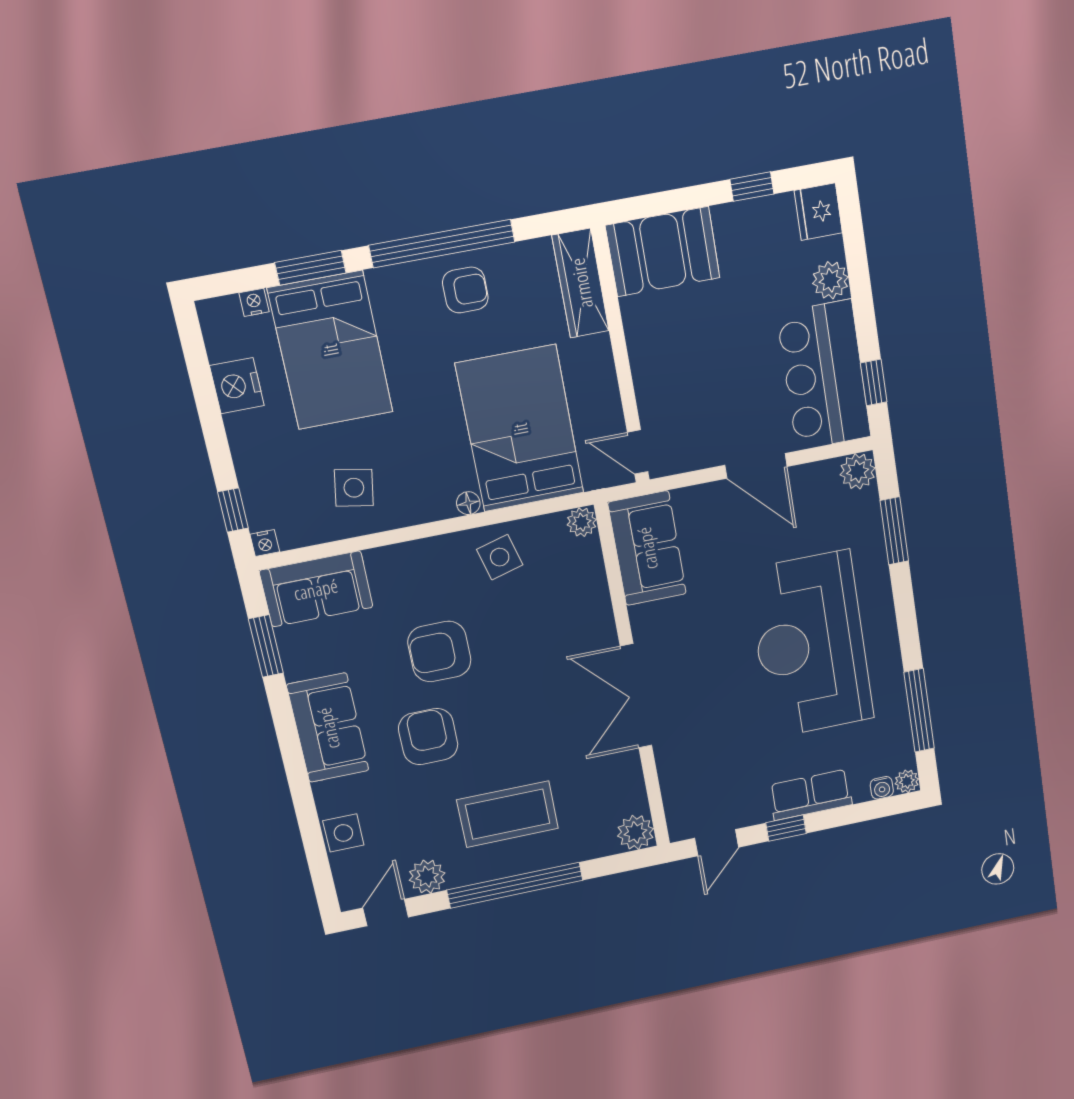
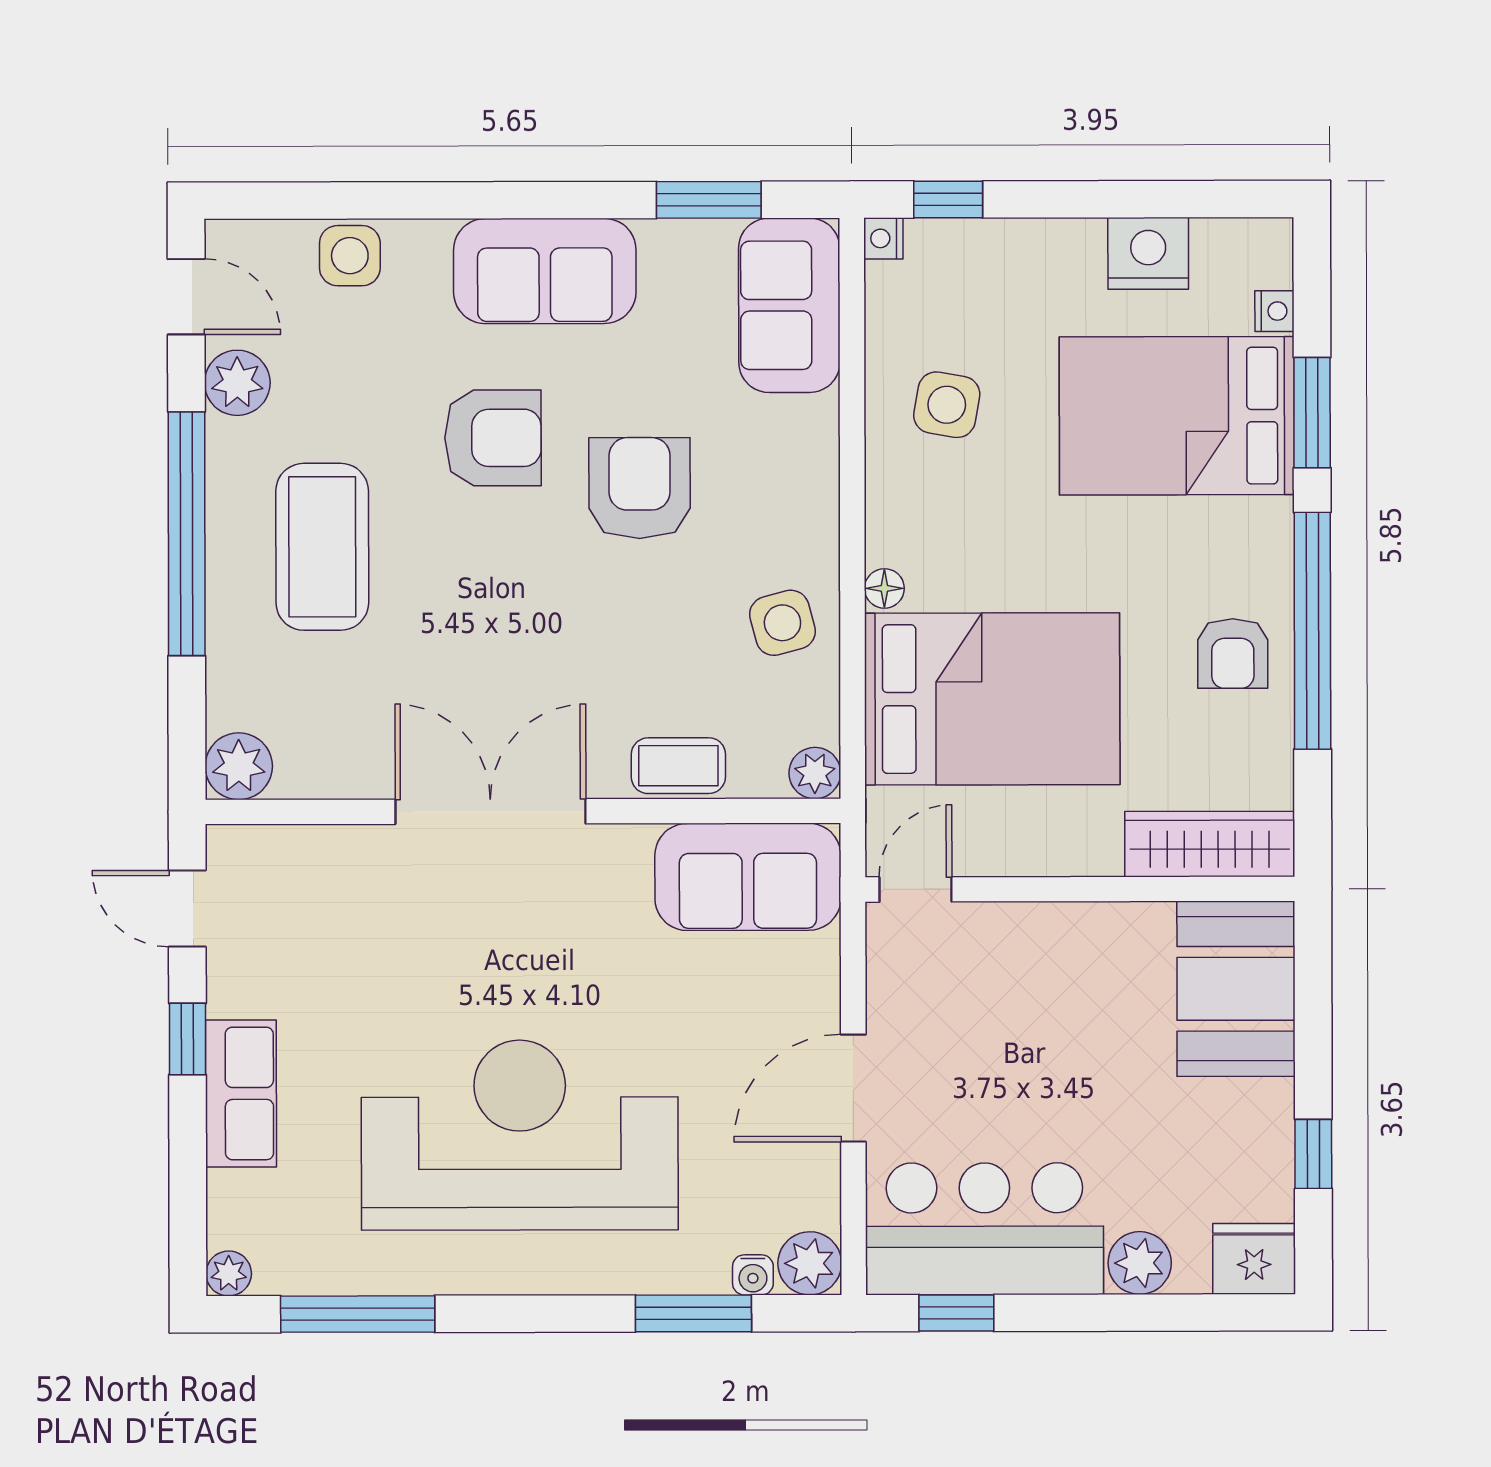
coffee table: (592, 599) -> (678, 766), added
water cooler: (882, 788) -> (753, 1275), moved, turned -90

